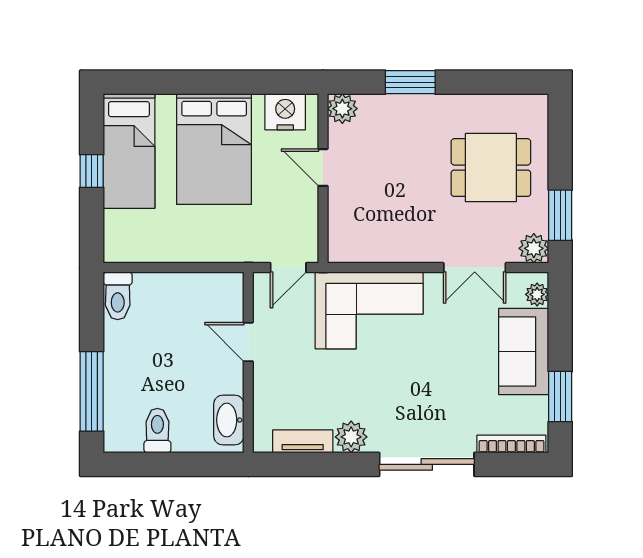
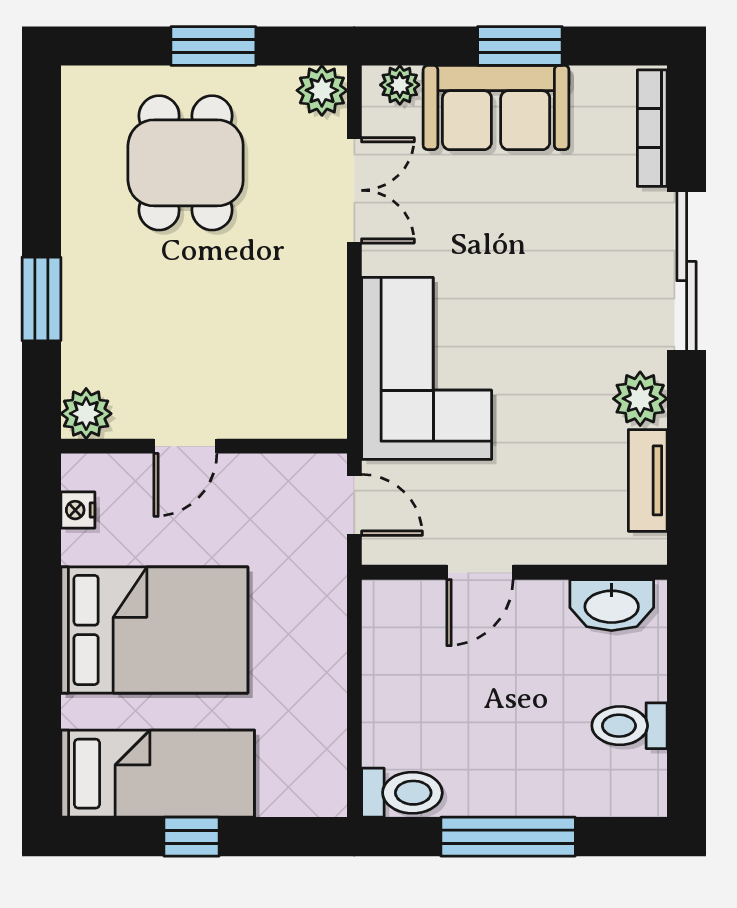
nightstand: (285, 112) -> (78, 510), width x0.53, depth x0.56
window: (560, 215) -> (213, 46), moved
window: (92, 391) -> (508, 837), moved
window: (560, 397) -> (520, 46), moved

